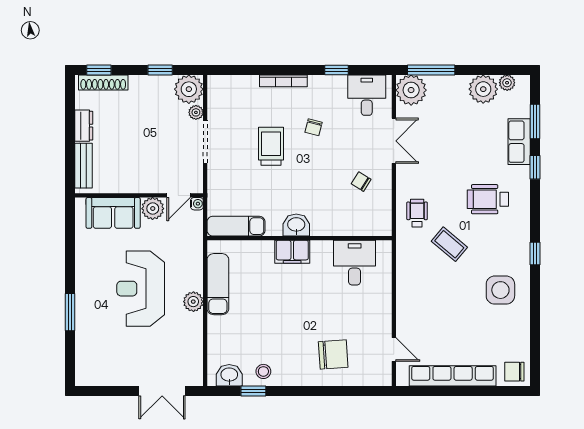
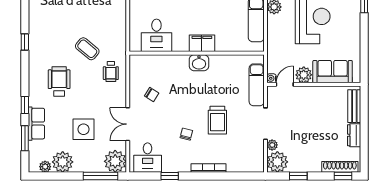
wheelchair: (488, 199) -> (59, 82), turned -90
exam couch: (236, 226) -> (257, 85), moved, turned 90
side table: (500, 290) -> (84, 129), moved

